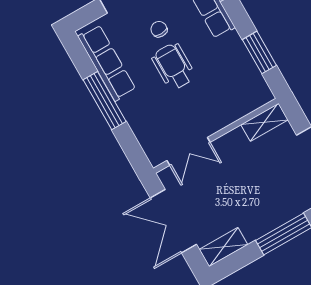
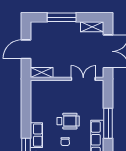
window: (259, 52) -> (26, 105), removed
wheelchair: (173, 66) -> (68, 121), turned -90

